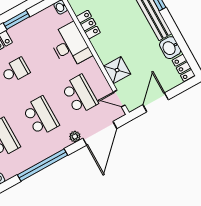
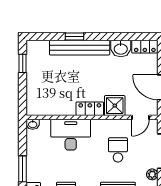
locker: (88, 25) -> (90, 109), moved
school desk: (80, 95) -> (118, 150), width x0.54

